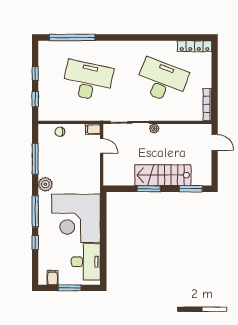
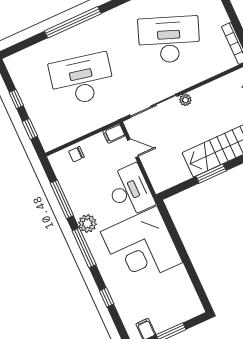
window: (72, 38) -> (73, 22), moved
window: (35, 211) -> (84, 248), moved
desk: (86, 262) -> (130, 191), moved

